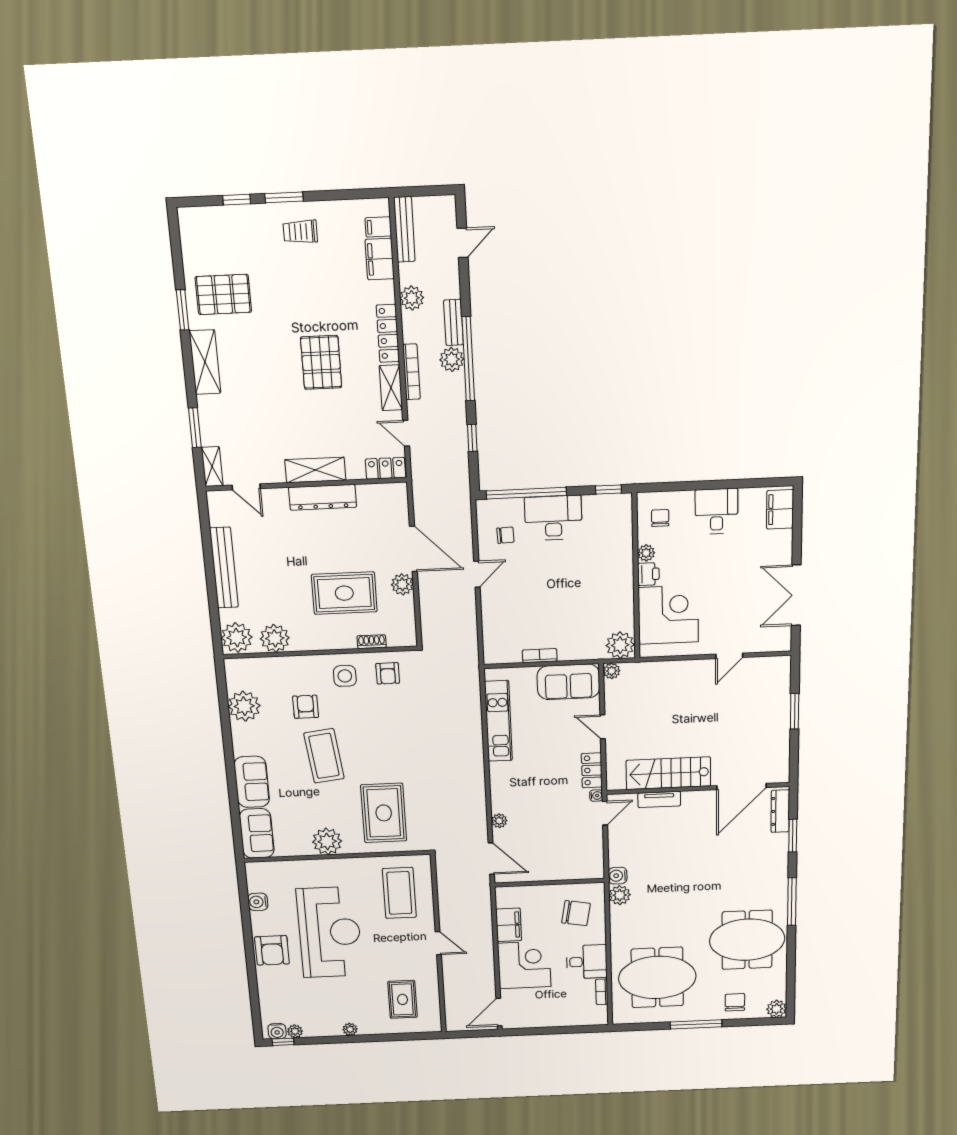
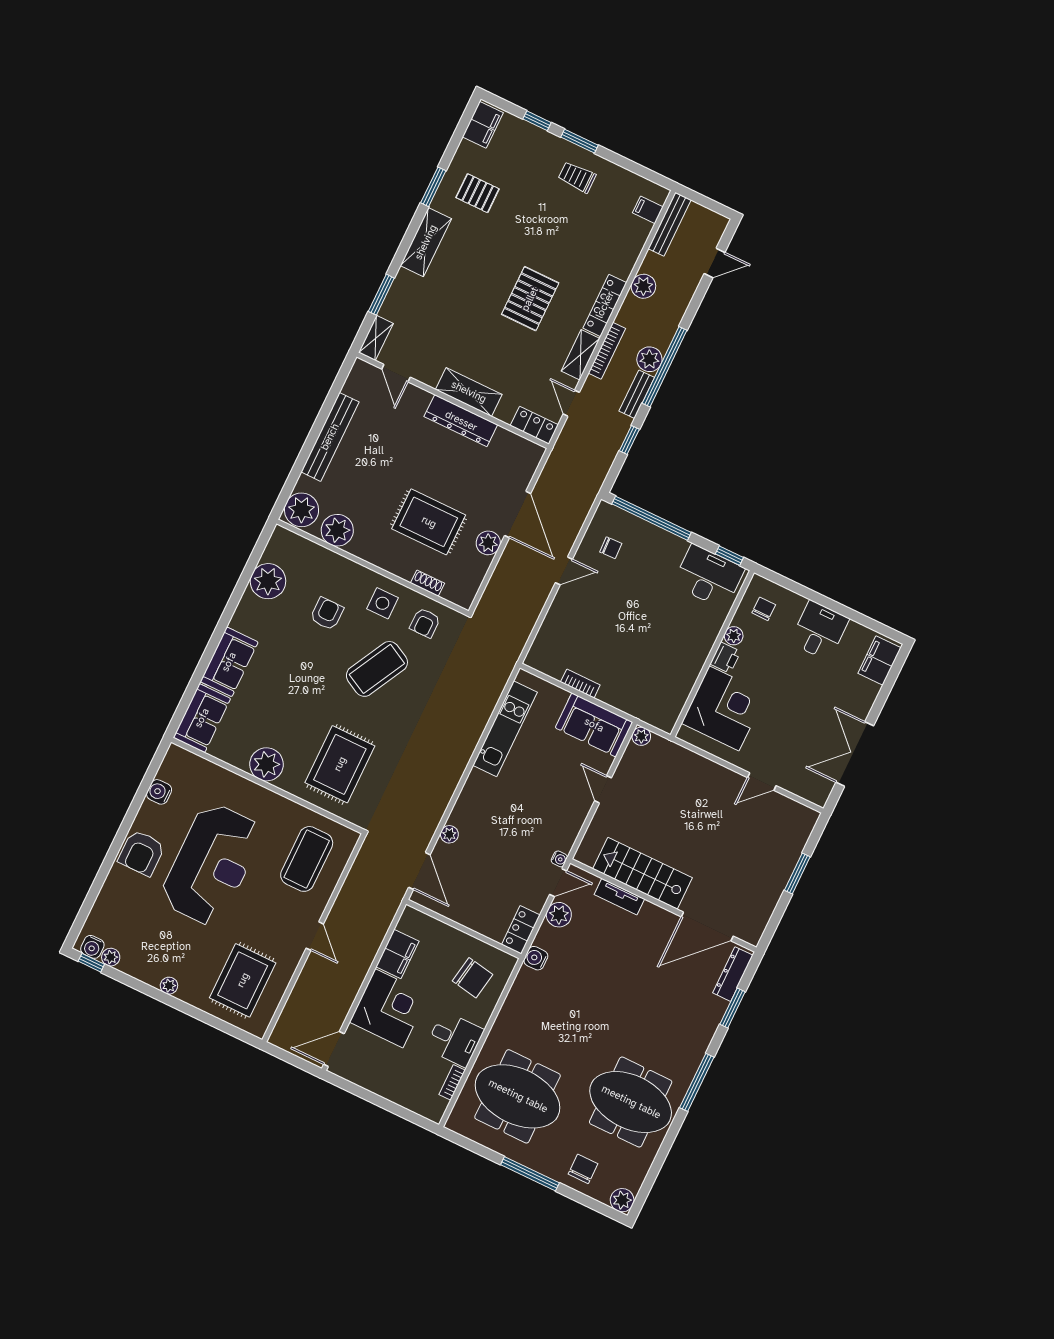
filing cabinet: (380, 259) -> (483, 125), moved, turned 180
pallet: (223, 294) -> (478, 193), width x0.67, depth x0.71
bench: (453, 322) -> (637, 394), moved
desk: (553, 518) -> (709, 577), moved
plant: (620, 645) -> (663, 714), removed
coffee table: (324, 756) -> (377, 669), moved, turned 35
locker: (592, 770) -> (521, 930), moved
plant: (620, 895) -> (559, 915), moved
rug: (403, 999) -> (243, 980), width x1.36, depth x1.43

